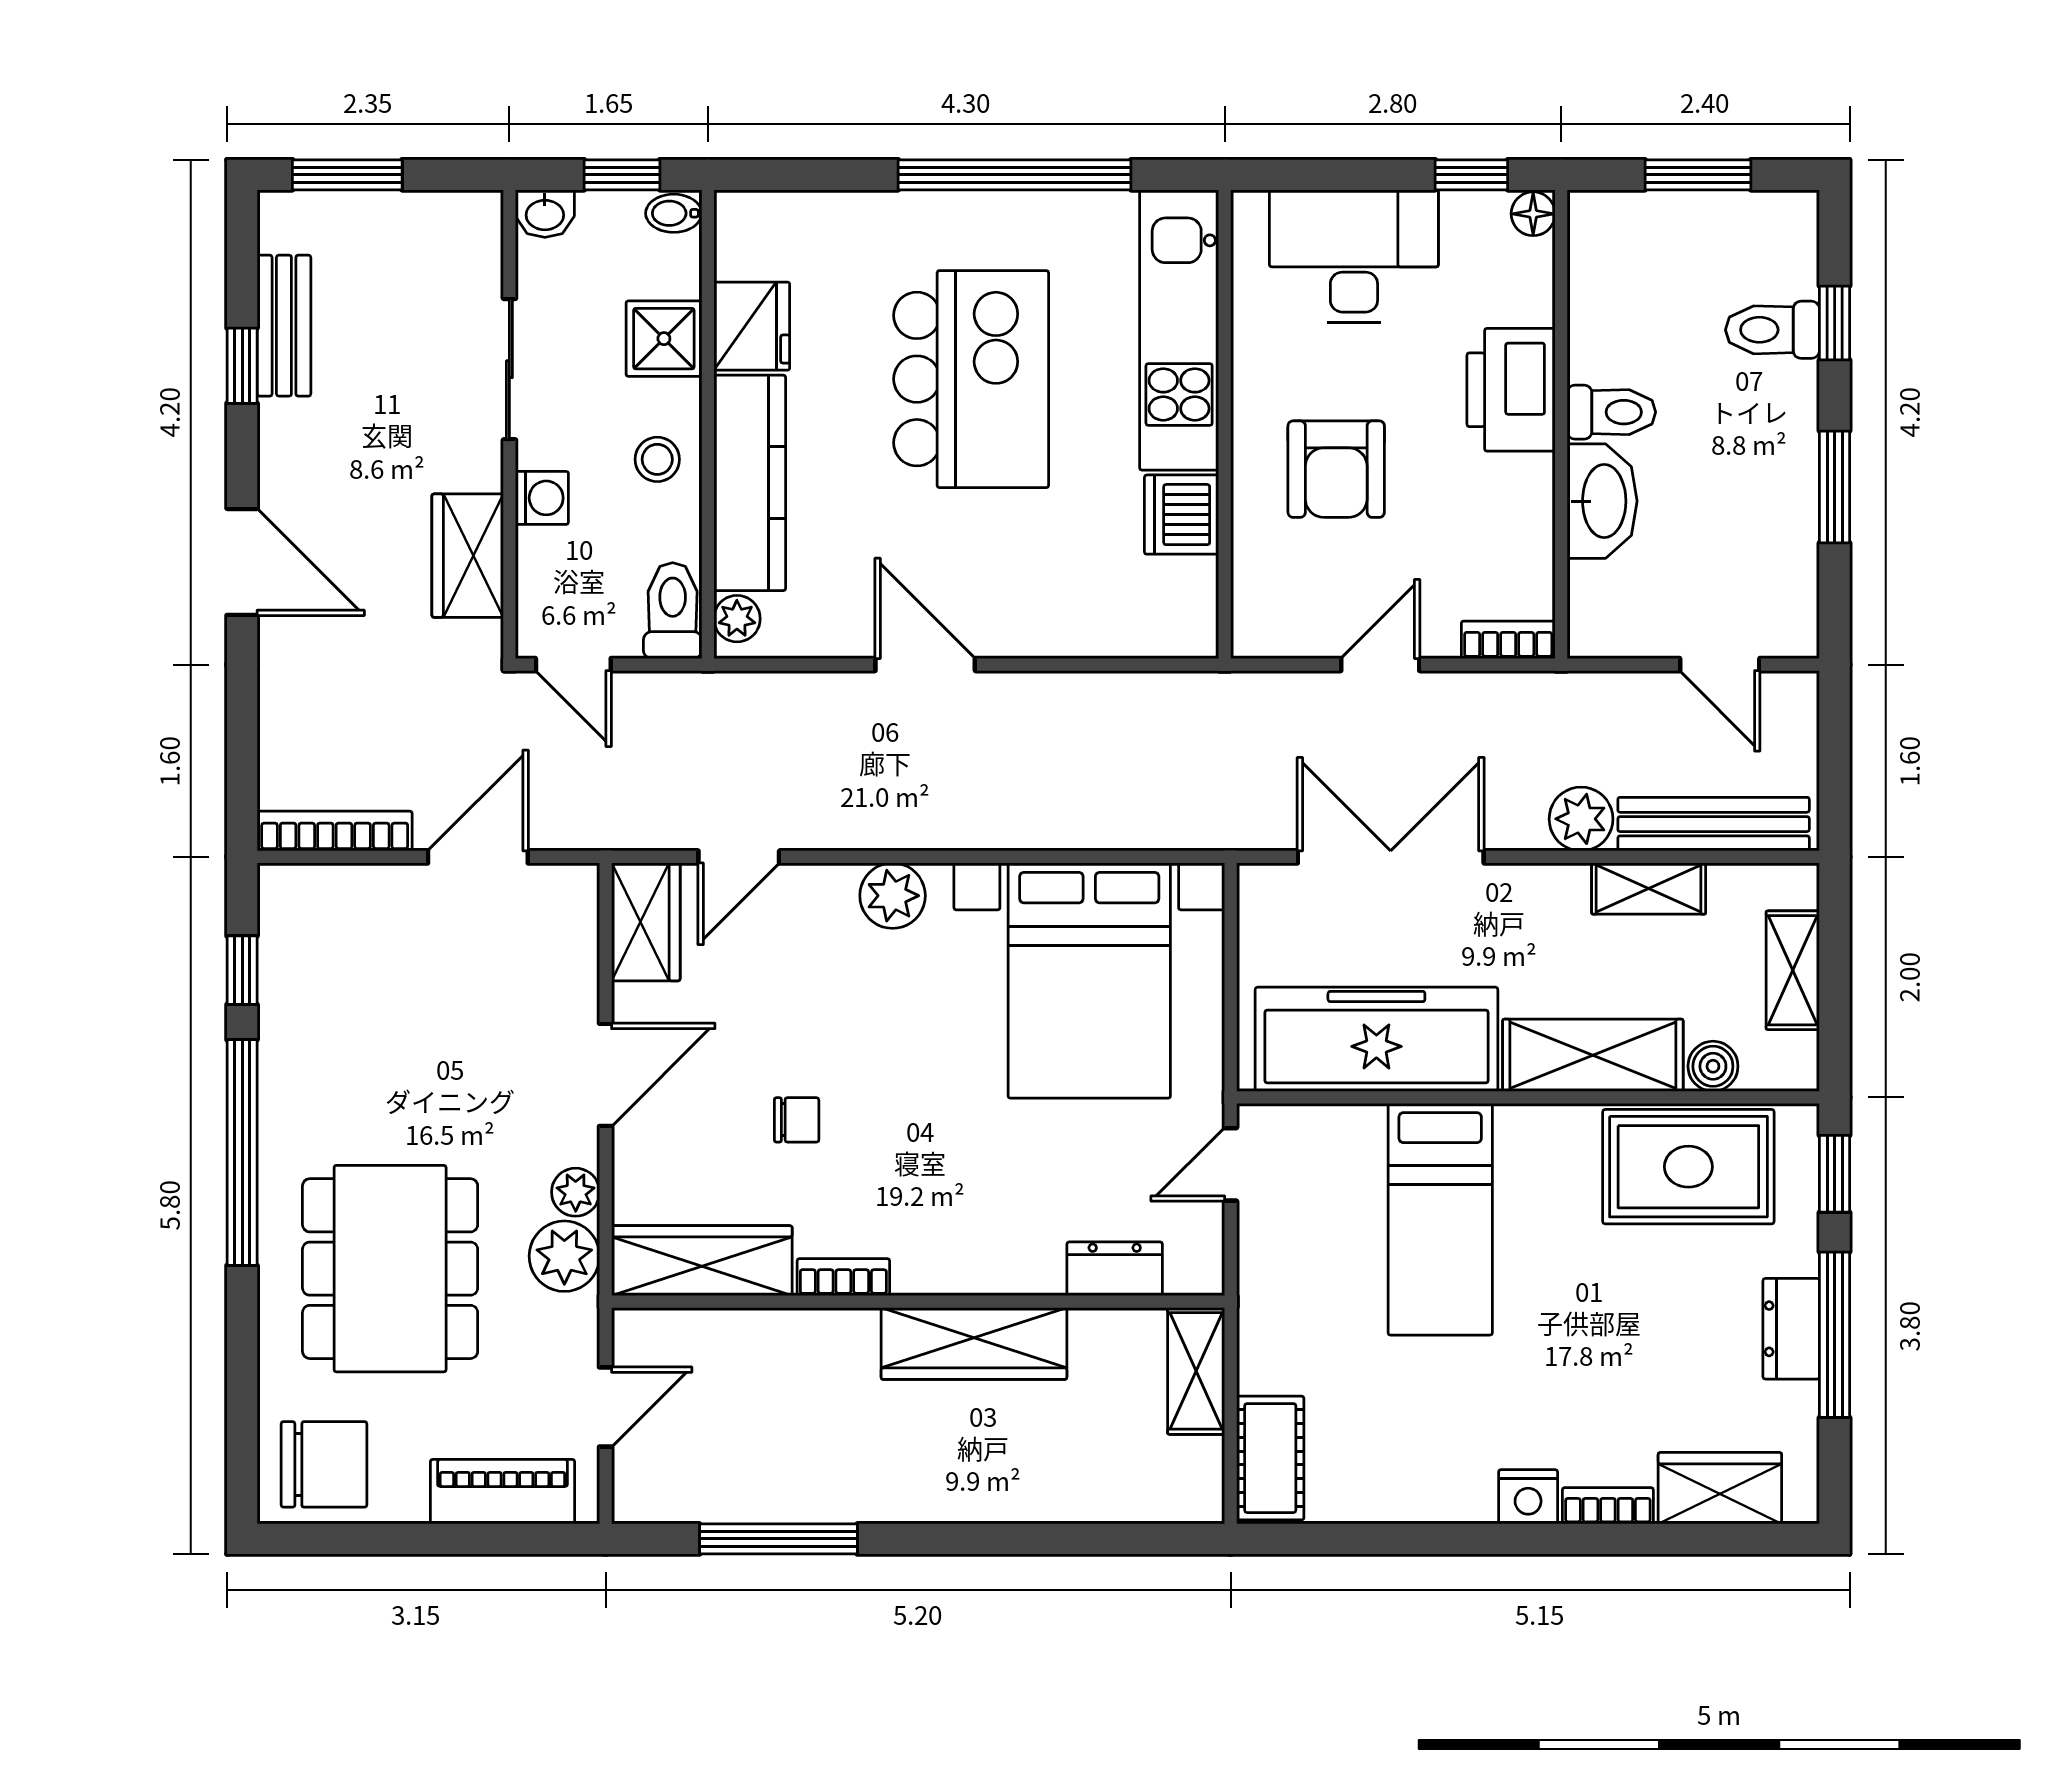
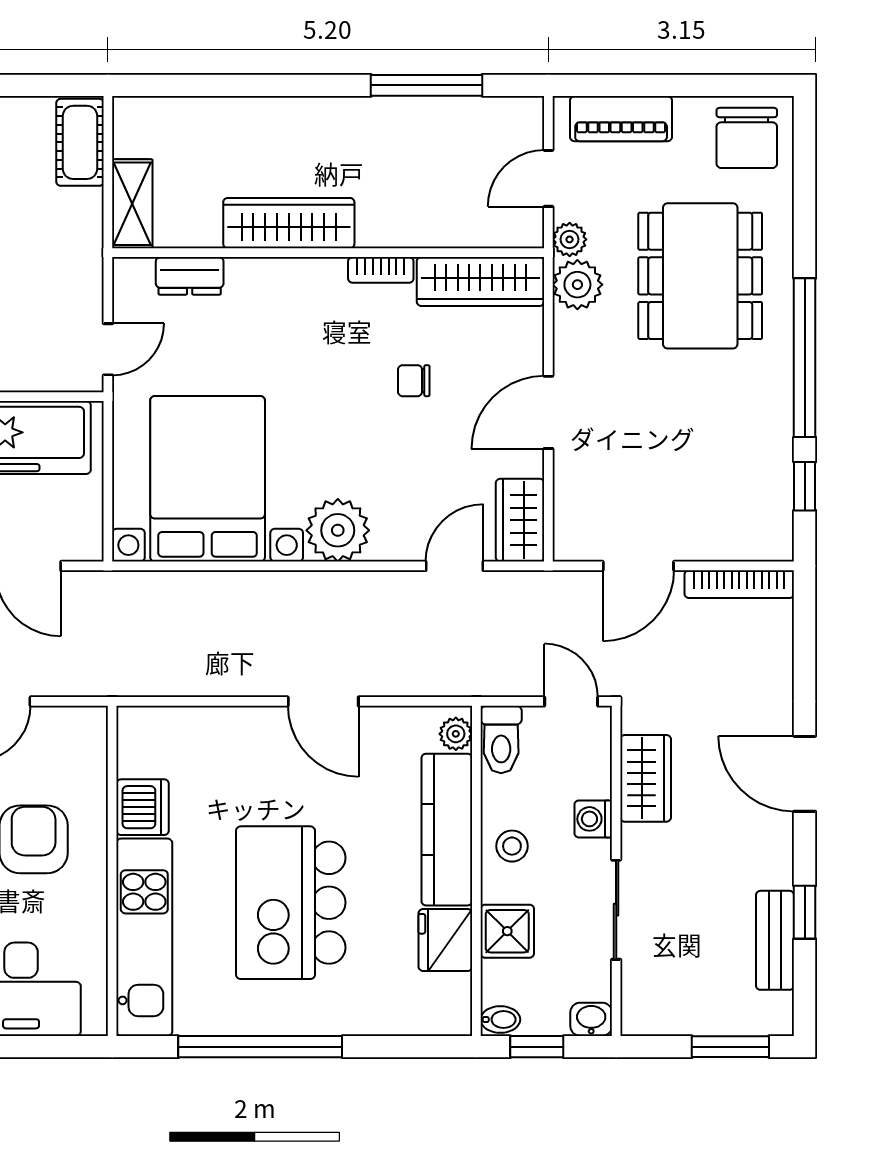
plant: (893, 896) -> (338, 530), width x1.36, depth x1.36
plant: (576, 1192) -> (570, 239), moved
chair: (324, 1464) -> (747, 138), turned -90

